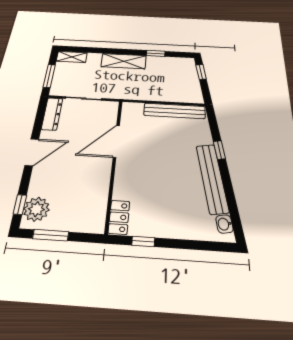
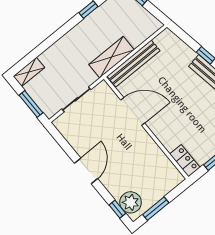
shelving: (124, 61) -> (111, 57), moved
bench: (175, 111) -> (134, 64), moved
dresser: (52, 114) -> (68, 132), removed
door: (116, 141) -> (133, 112), swing flipped

